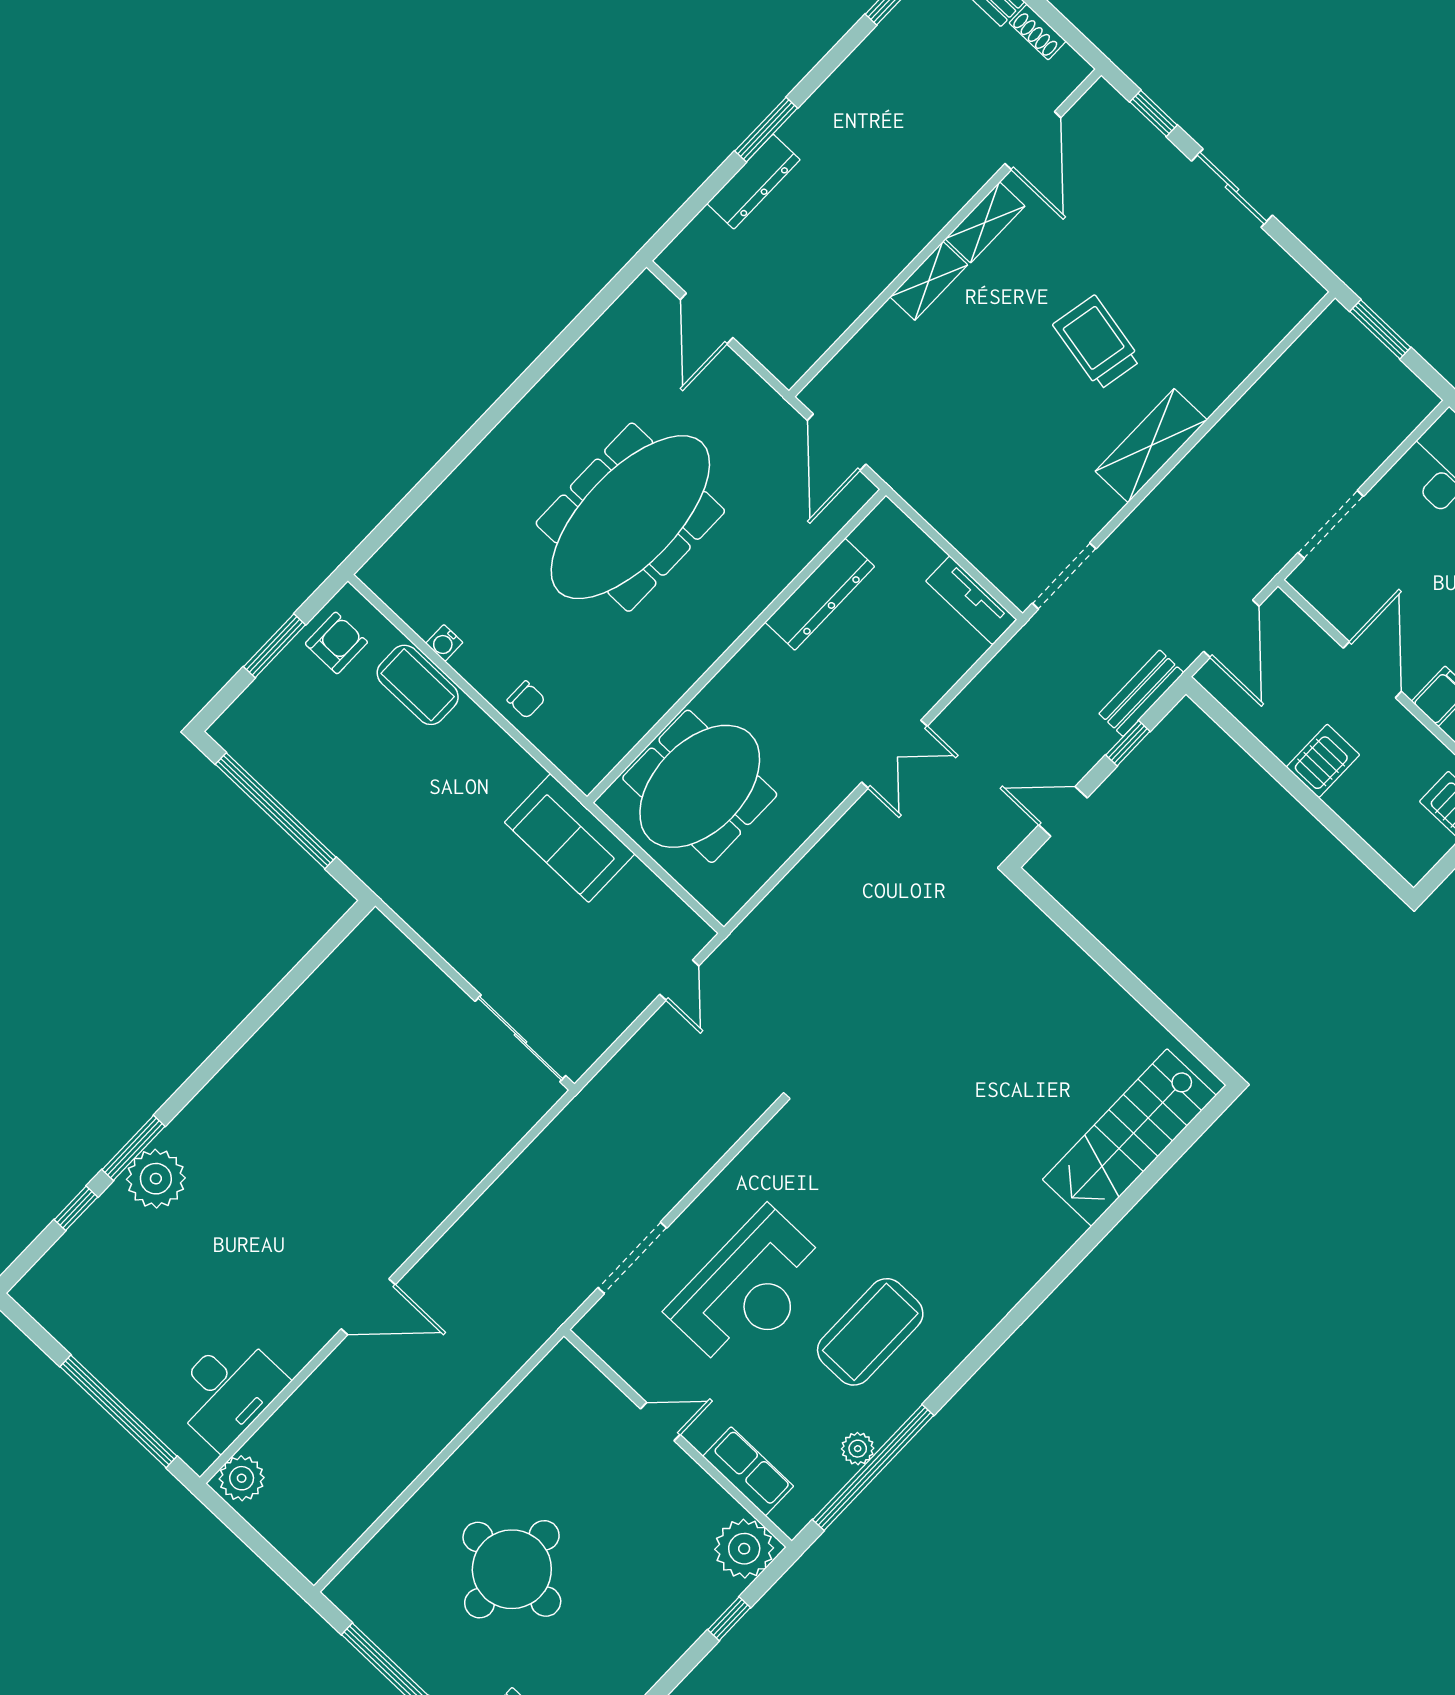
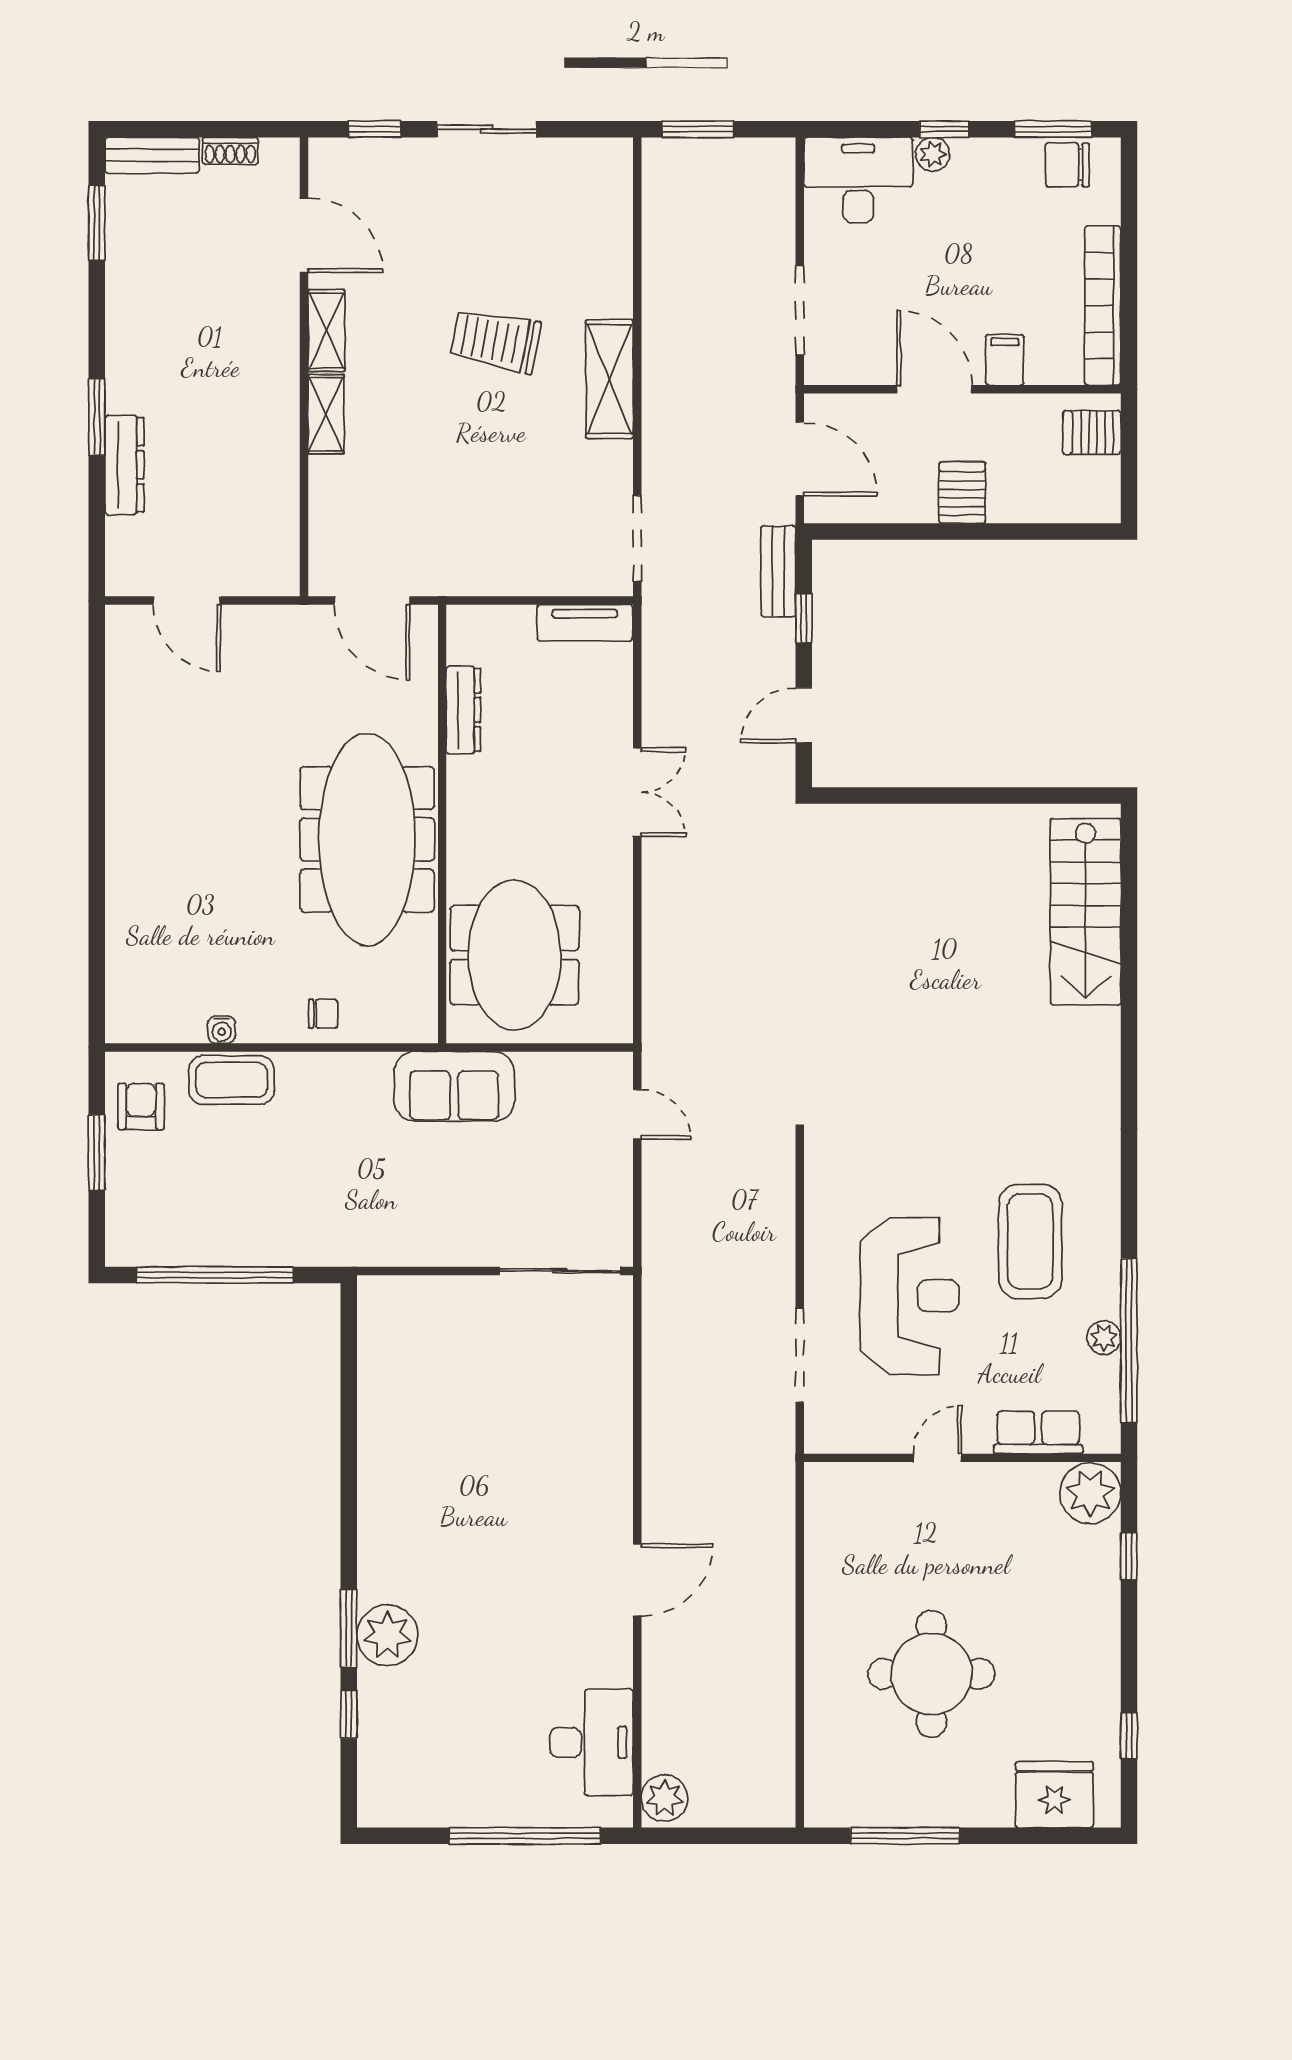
meeting table: (630, 517) -> (367, 839), moved
dresser: (820, 594) -> (463, 710), width x0.73, depth x0.80

